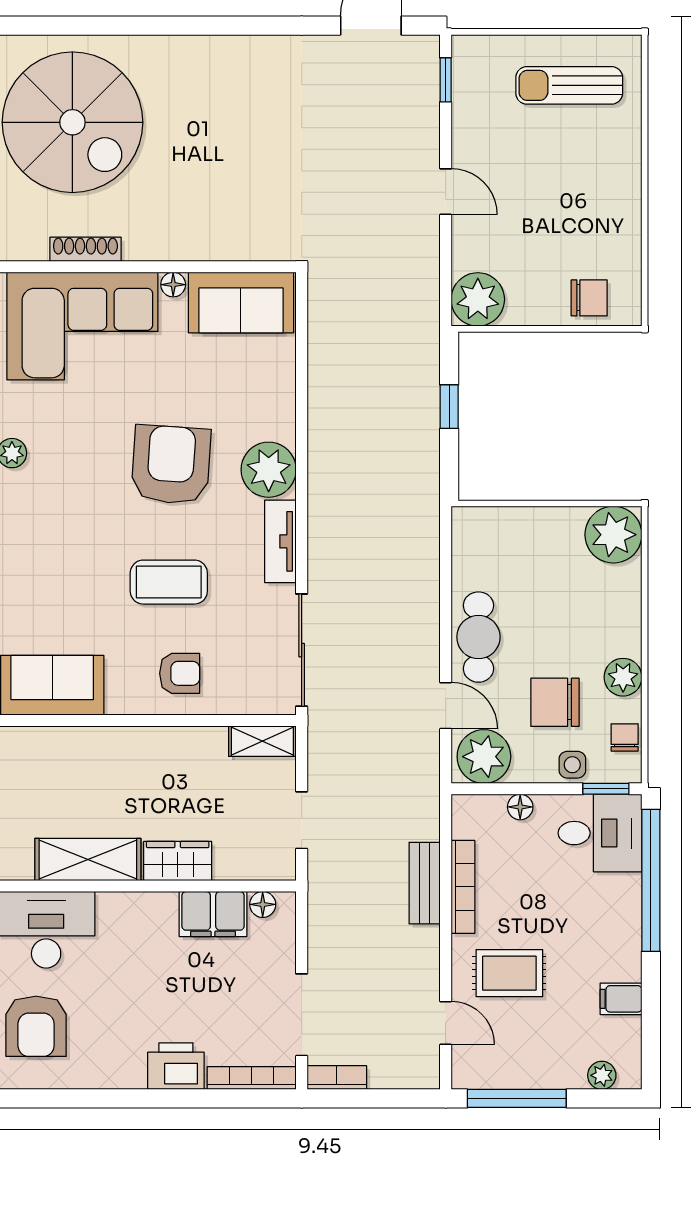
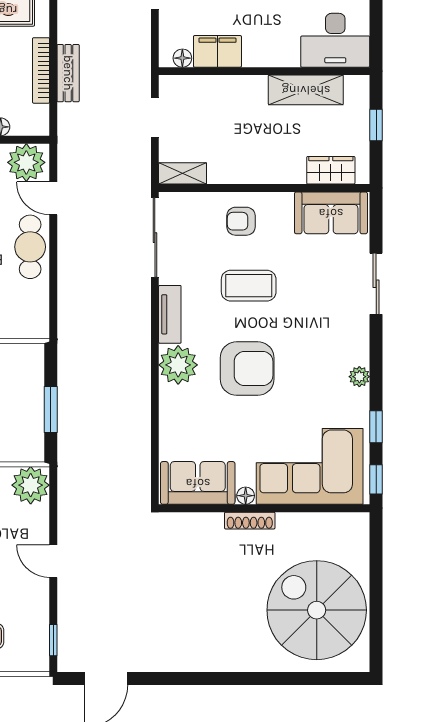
shoe rack: (85, 249) -> (250, 521), moved
window: (449, 407) -> (51, 409), width x1.50
armchair: (171, 465) -> (247, 369), turned -94
wardrobe: (178, 861) -> (331, 170), moved, turned 180

